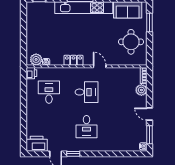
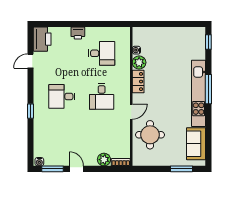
round table: (131, 42) -> (150, 135), moved
plant: (36, 59) -> (139, 62), moved
printer: (31, 73) -> (78, 33), moved
door: (150, 114) -> (76, 169), hinge flipped
window: (73, 154) -> (31, 111), moved

